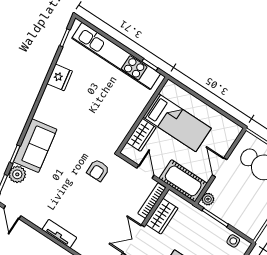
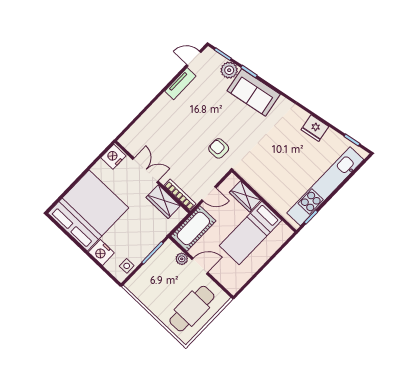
plant: (208, 199) -> (182, 259), moved
tv unit: (59, 234) -> (180, 84), moved

